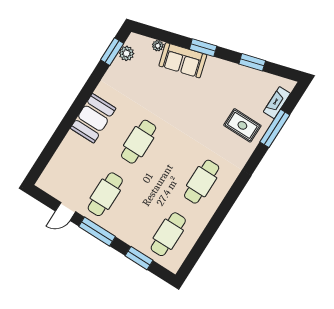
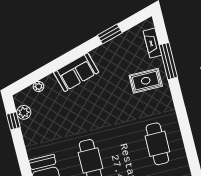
window: (203, 48) -> (69, 57), removed
window: (112, 52) -> (13, 121), width x0.67
sofa: (183, 60) -> (76, 72), moved

